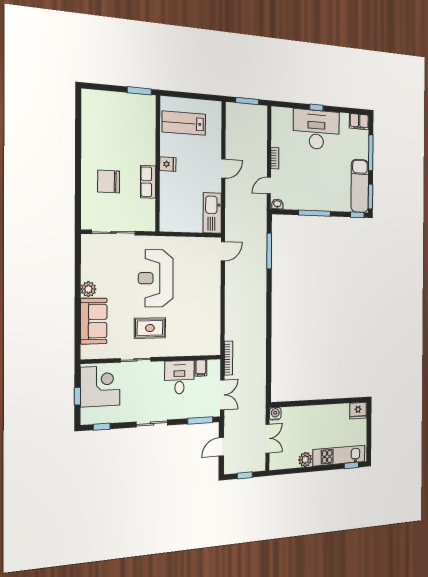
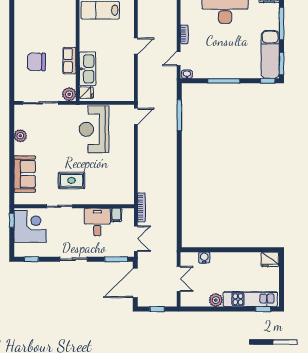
fridge: (168, 164) -> (86, 93), moved
kitchen sink: (212, 213) -> (88, 69), moved, turned 180
plant: (147, 223) -> (69, 94), added
reception desk: (156, 278) -> (94, 129), moved
plant: (88, 289) -> (20, 136), moved
window: (77, 396) -> (12, 220), moved
water cooler: (275, 414) -> (204, 258), moved
door: (221, 447) -> (135, 283), width x1.88

